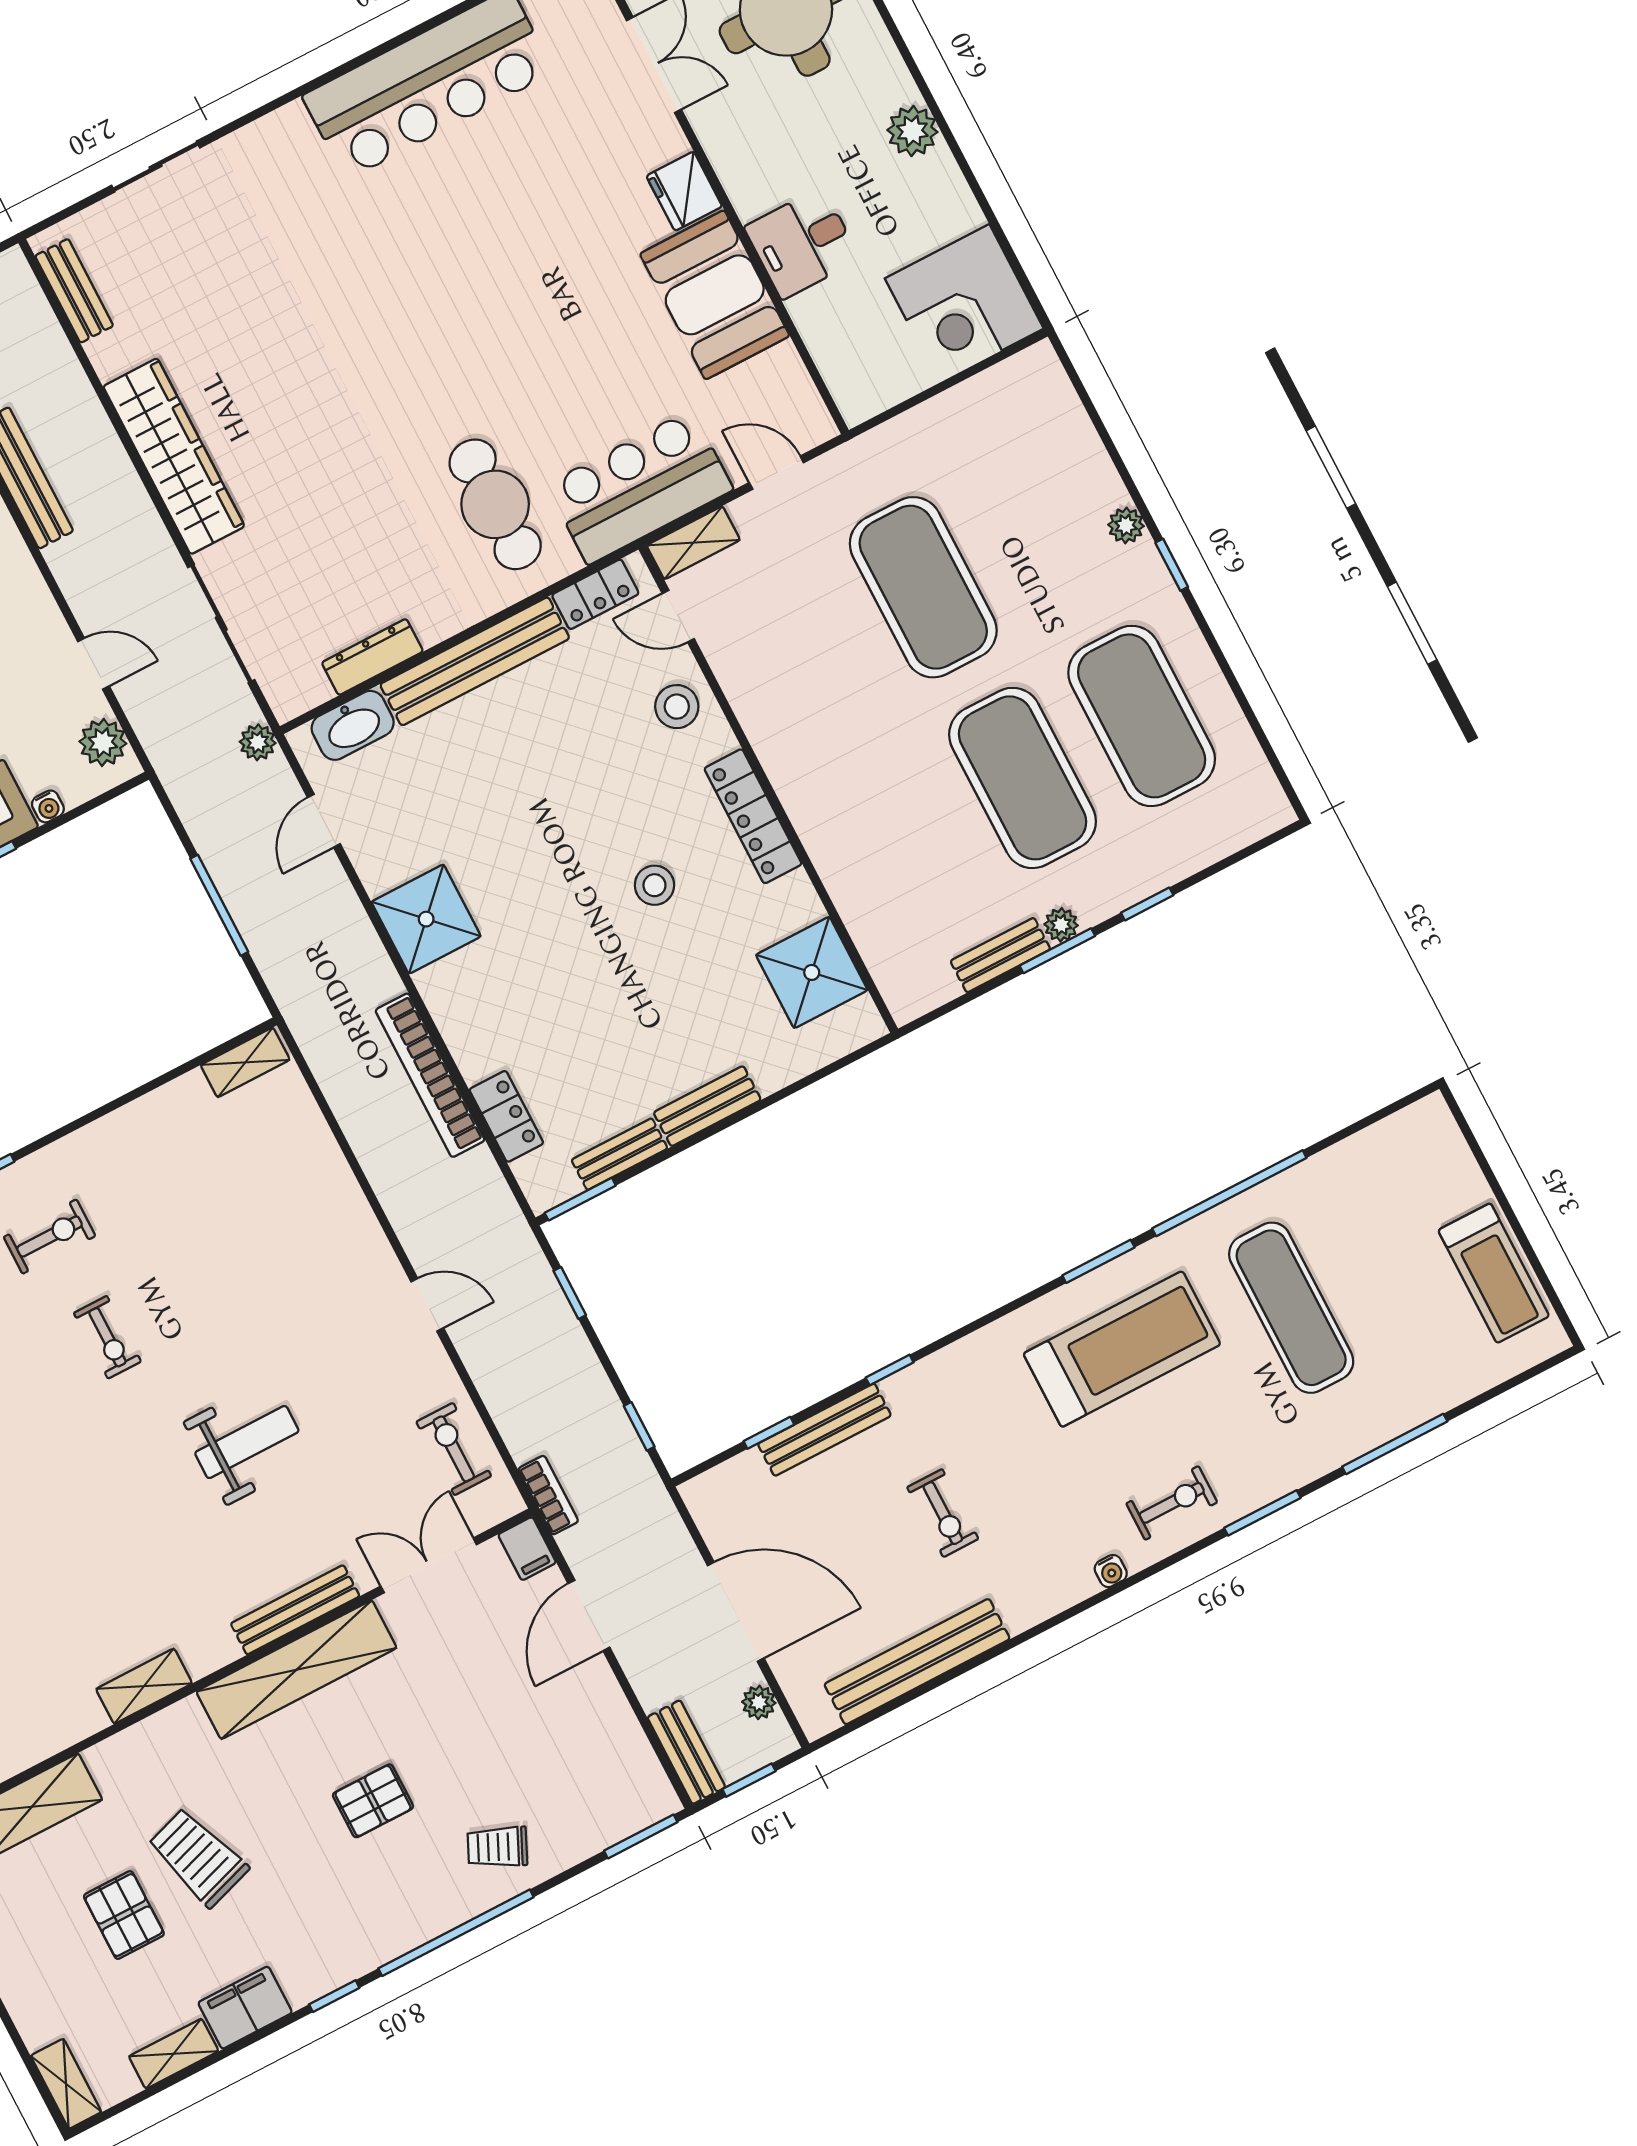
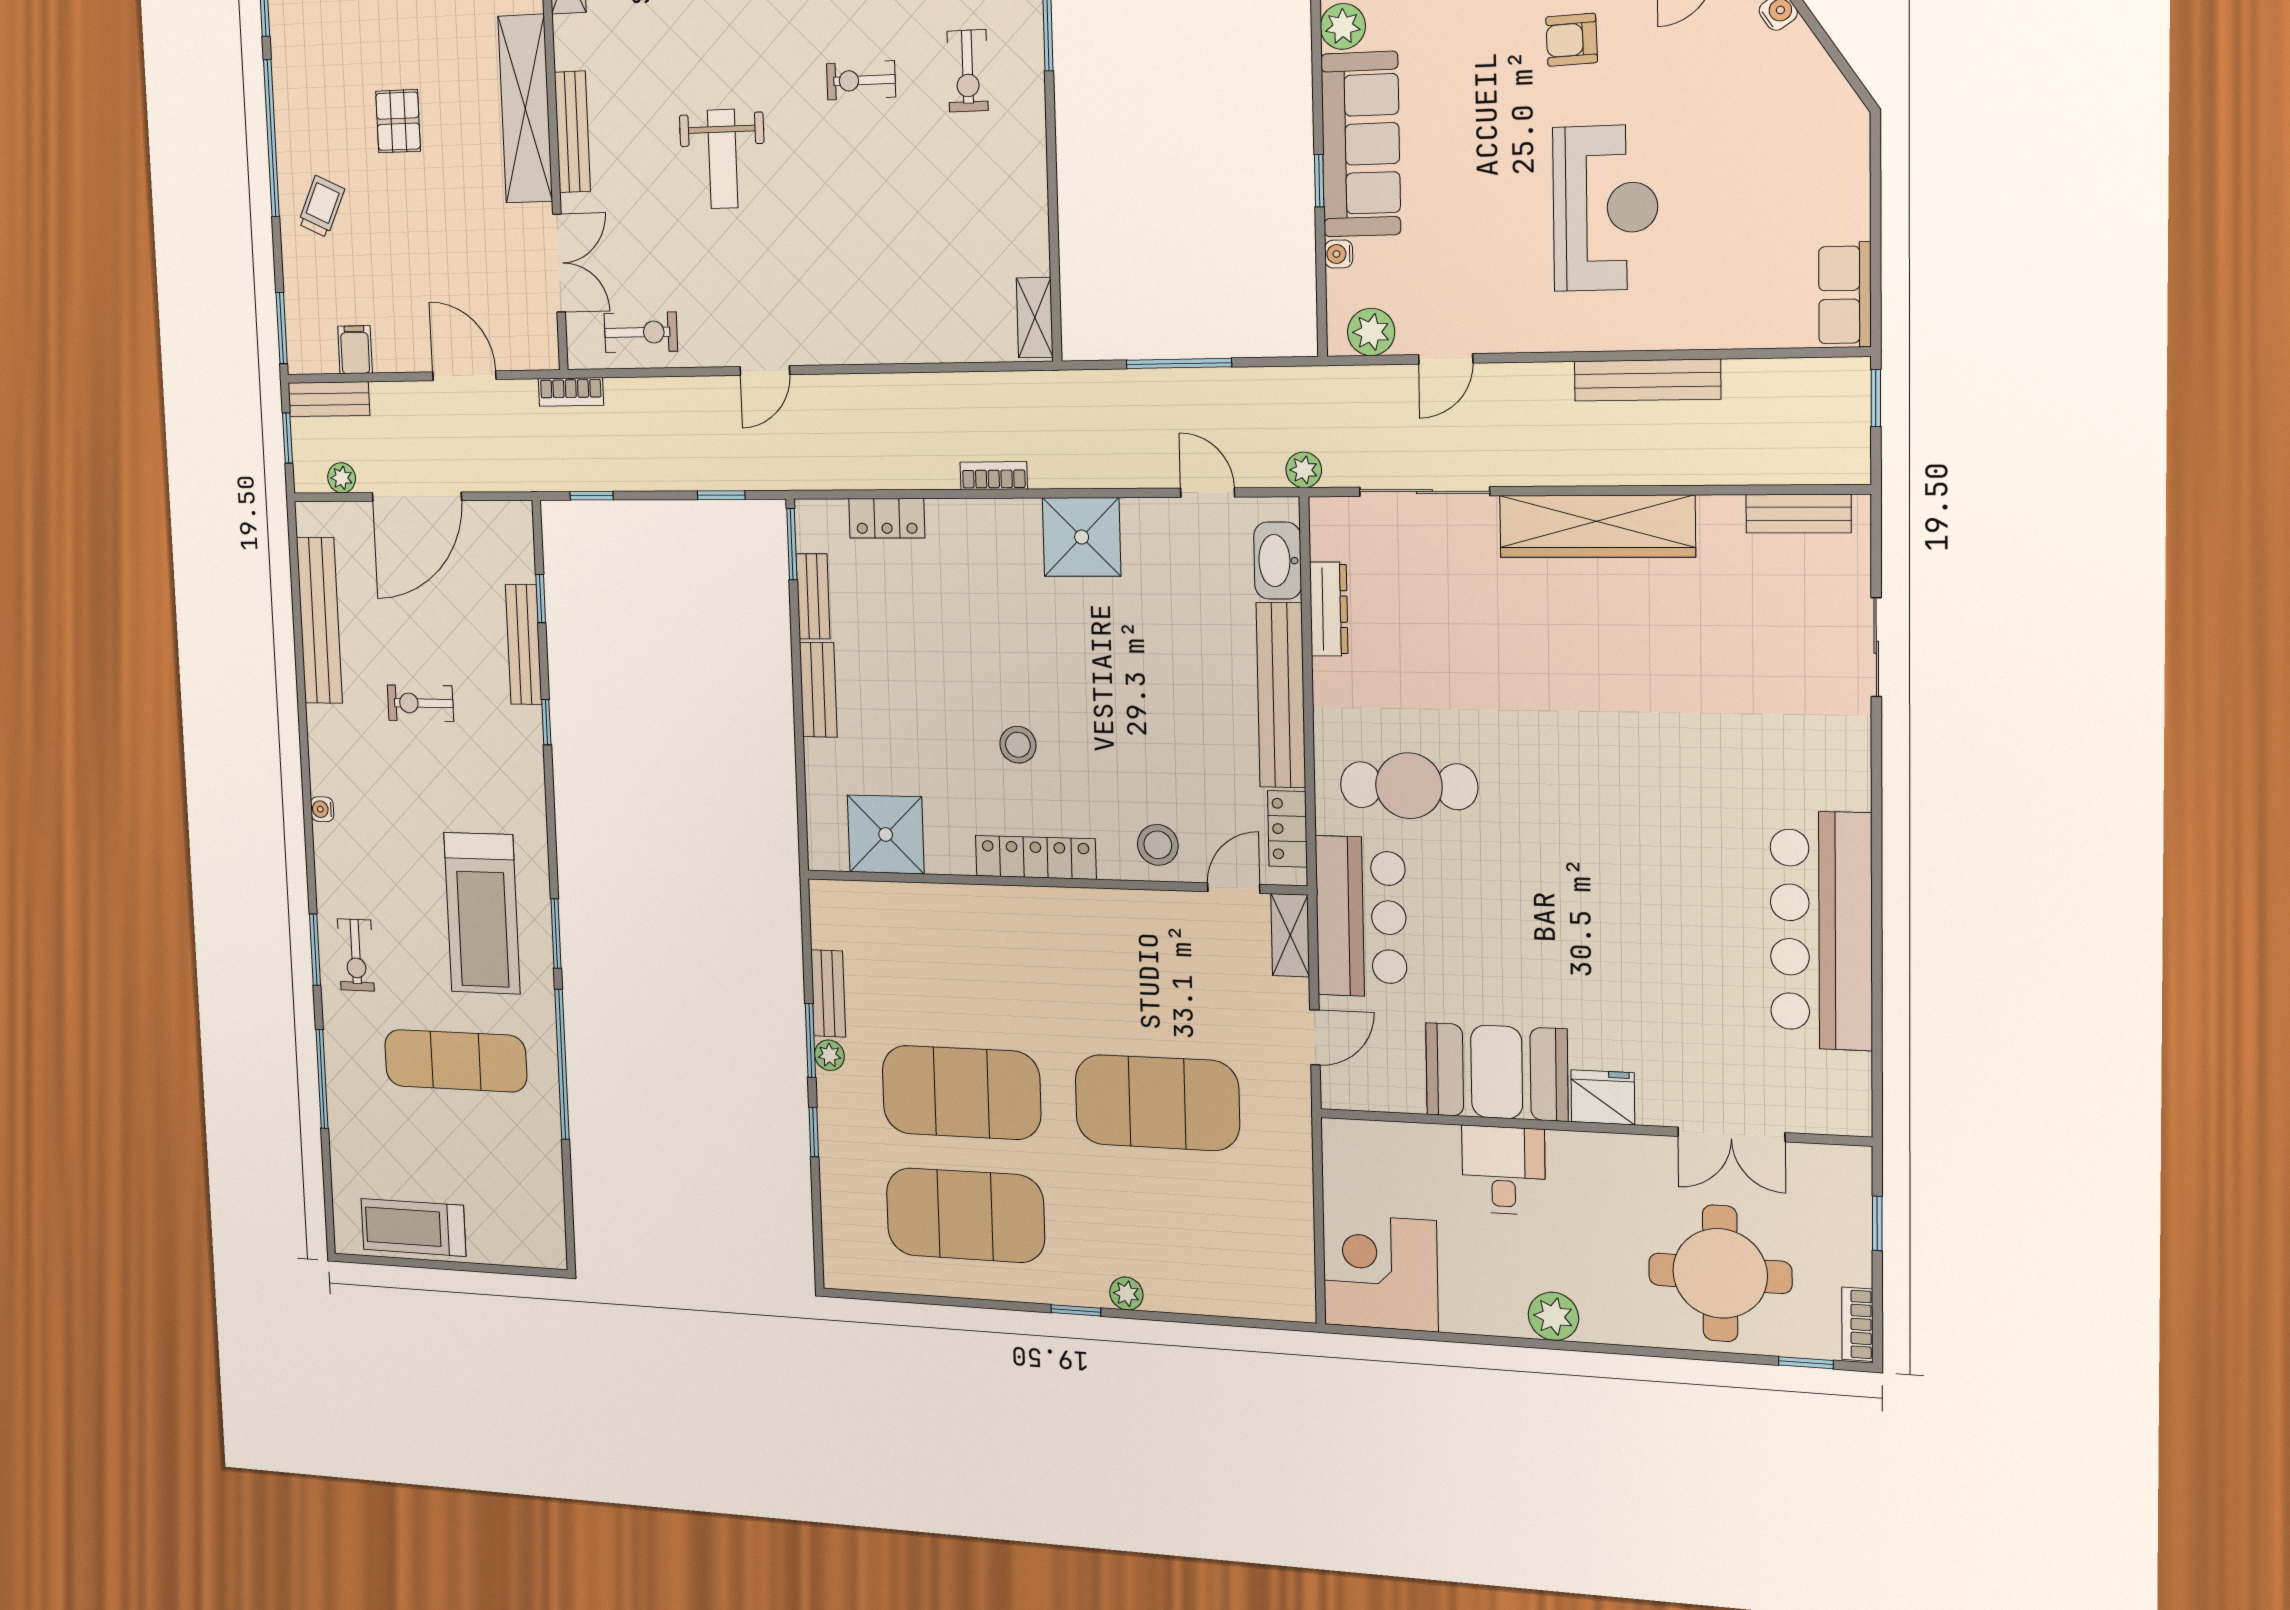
bookcase: (430, 1075) -> (994, 476), width x0.43, depth x0.76
exercise bike: (1172, 1503) -> (356, 955), moved
filing cabinet: (527, 1549) -> (355, 350), moved, turned 90

